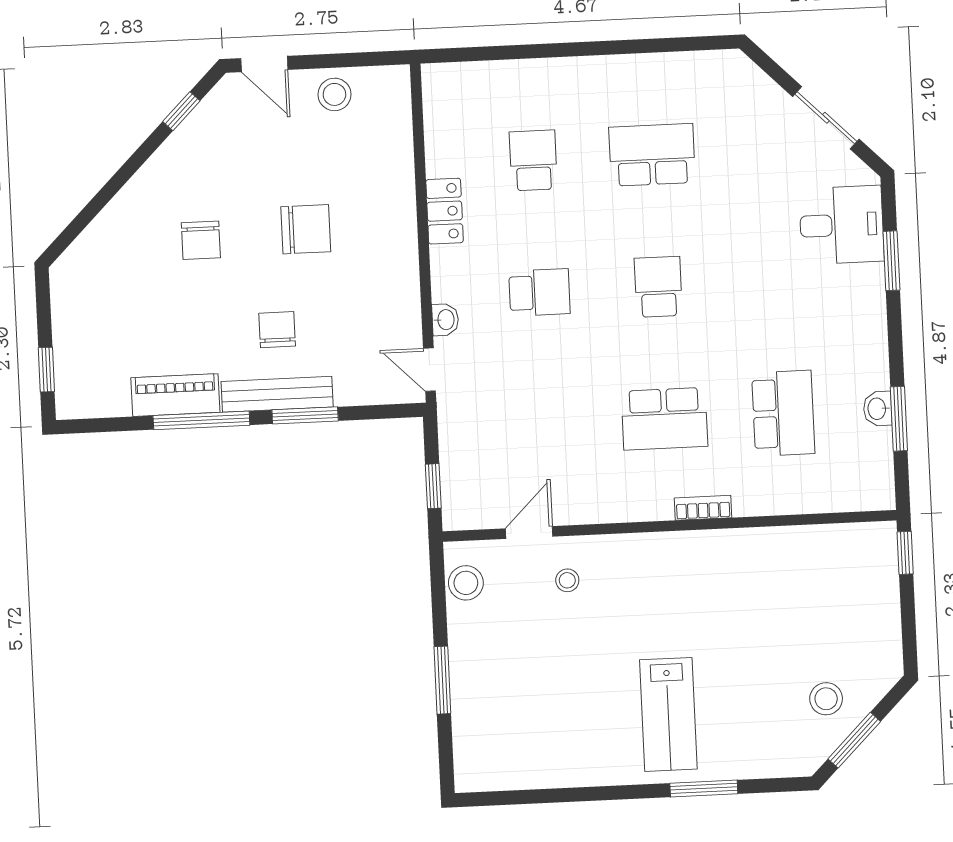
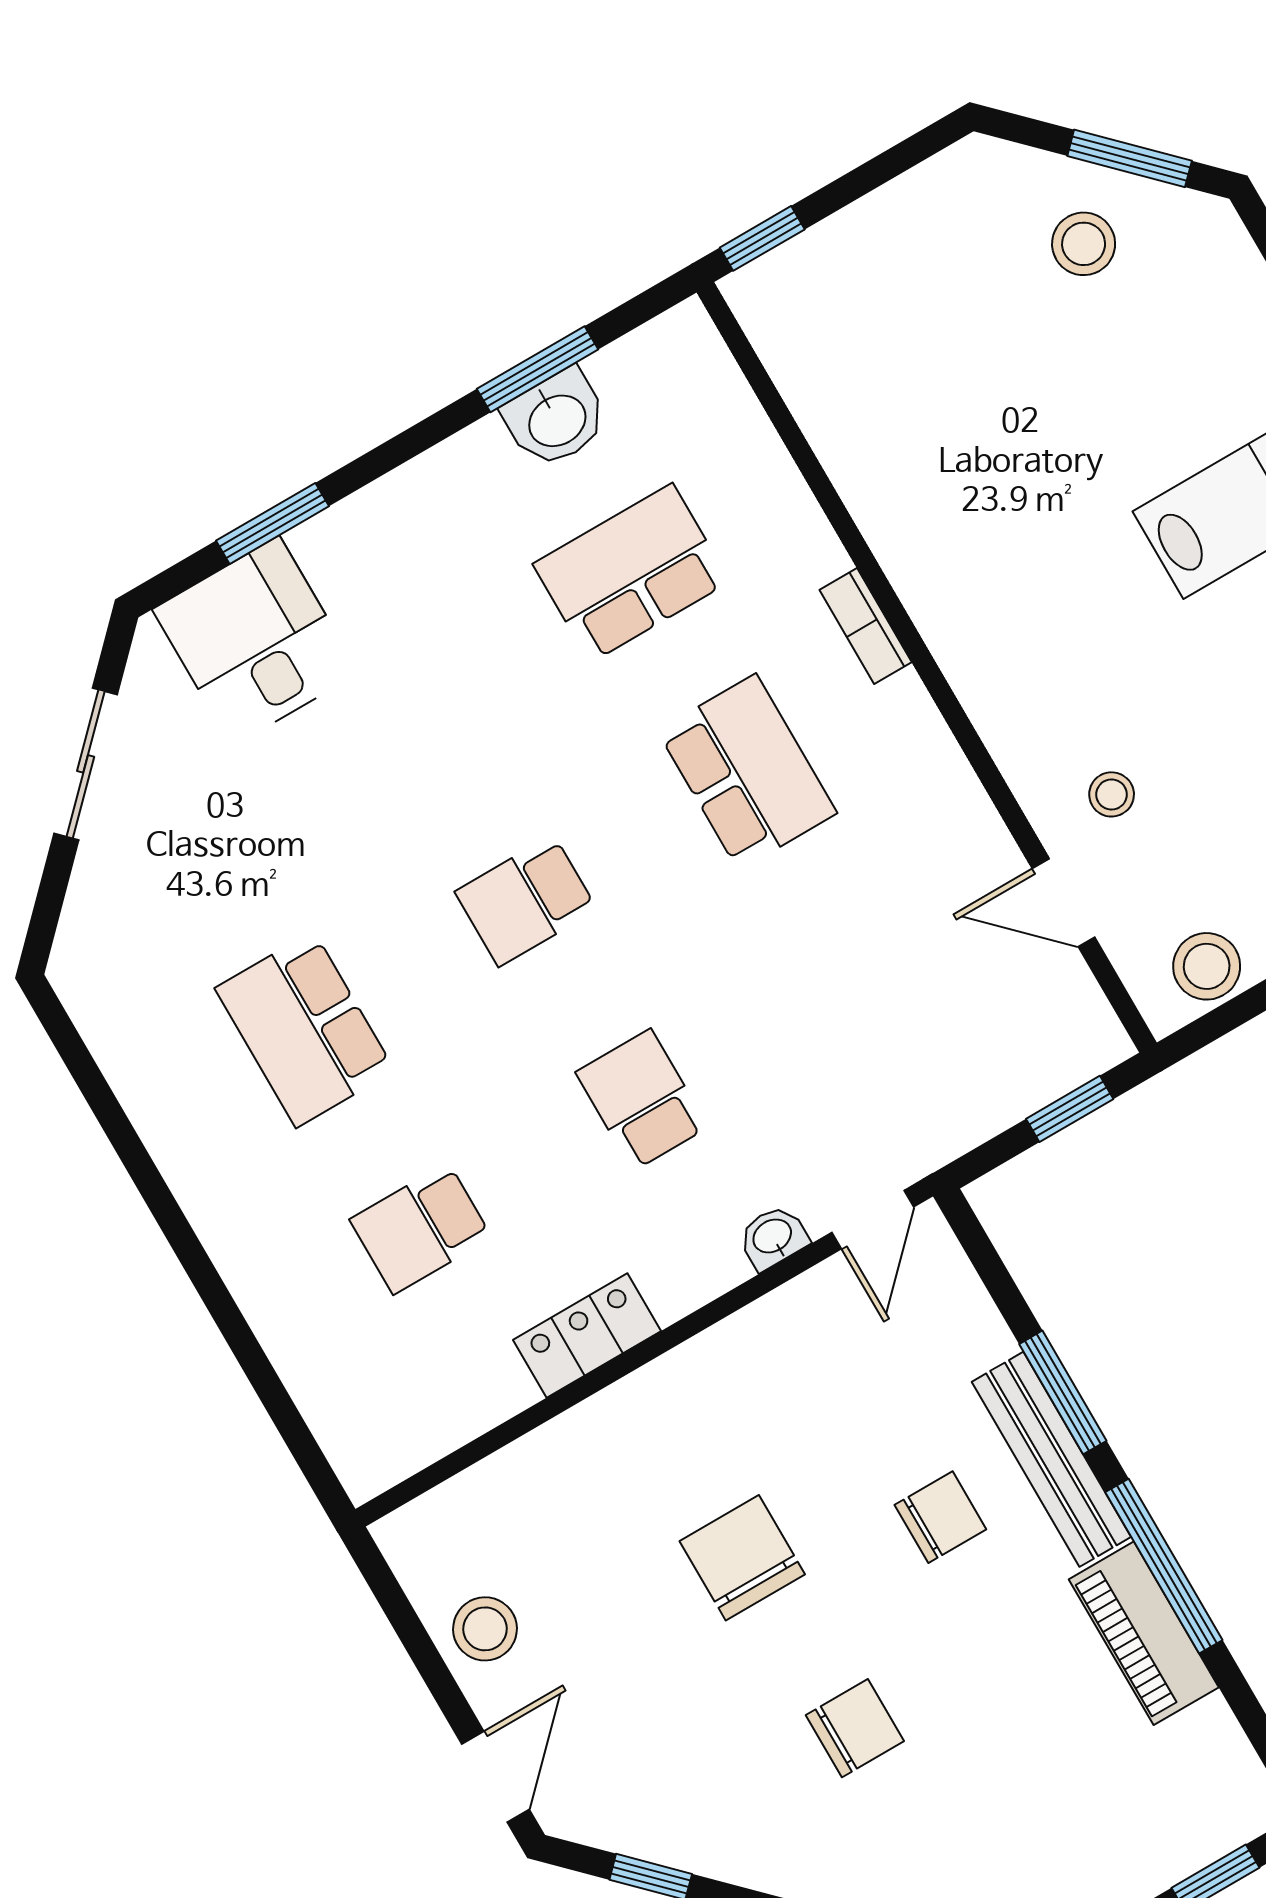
chair: (277, 330) -> (940, 1517), turned 180
washbasin: (878, 409) -> (556, 419), width x1.38, depth x1.45

